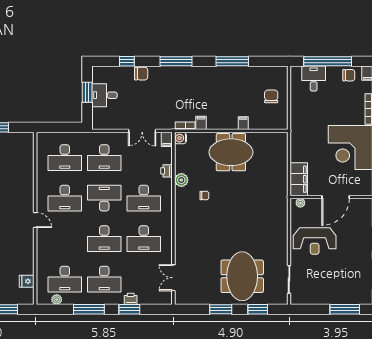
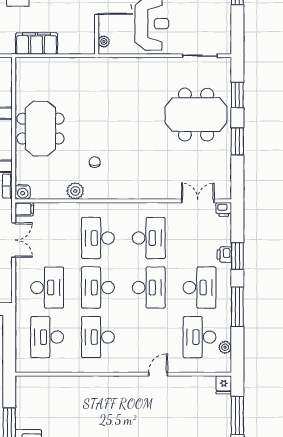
desk: (65, 158) -> (47, 337), turned 180
printer: (167, 171) -> (224, 209), moved
filing cabinet: (299, 179) -> (37, 43), moved
desk: (65, 198) -> (98, 337), turned 180
desk: (144, 198) -> (98, 238), turned 180
door: (35, 220) -> (158, 374), moved
double door: (173, 278) -> (198, 201), swing flipped
desk: (65, 279) -> (200, 337), turned 180
fridge: (27, 281) -> (224, 385), moved

